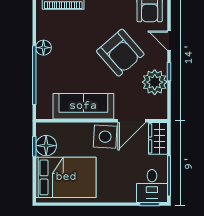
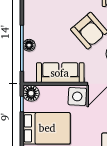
floor lamp: (43, 48) -> (29, 45), moved
floor lamp: (46, 146) -> (31, 93), moved

